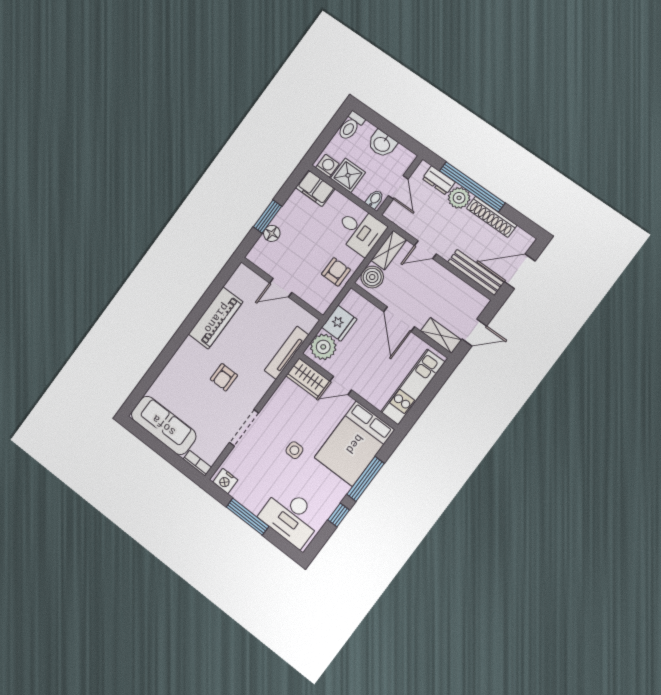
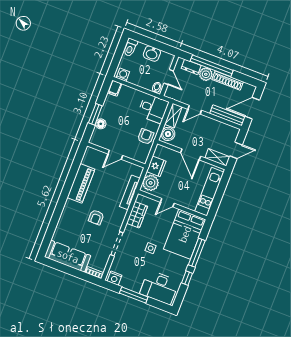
shower: (348, 175) -> (137, 77), removed
filing cabinet: (315, 188) -> (115, 88), width x0.50
wardrobe: (308, 378) -> (137, 215), moved, turned -90

